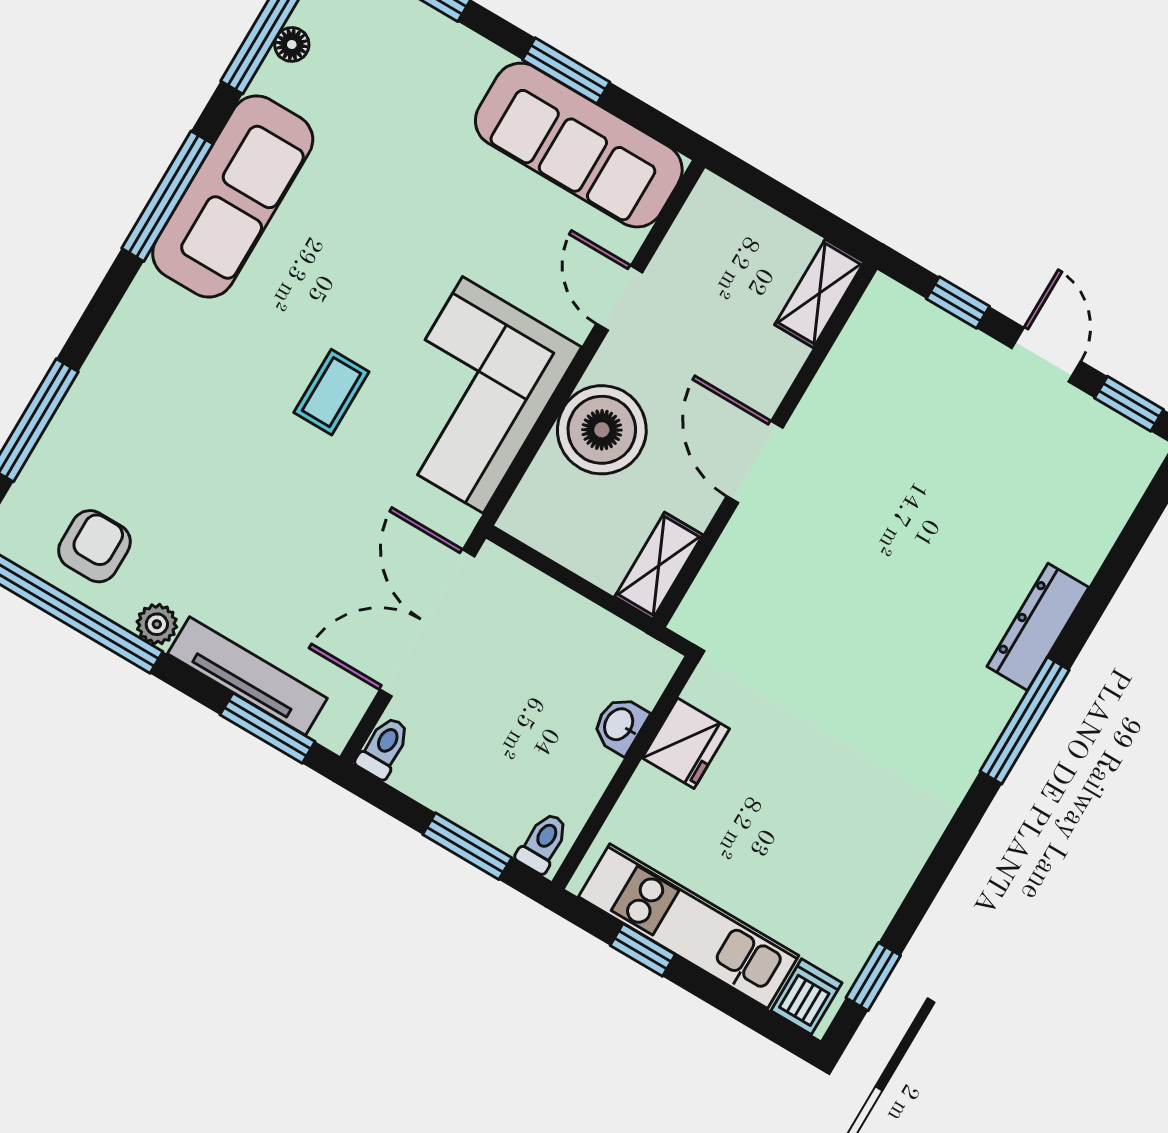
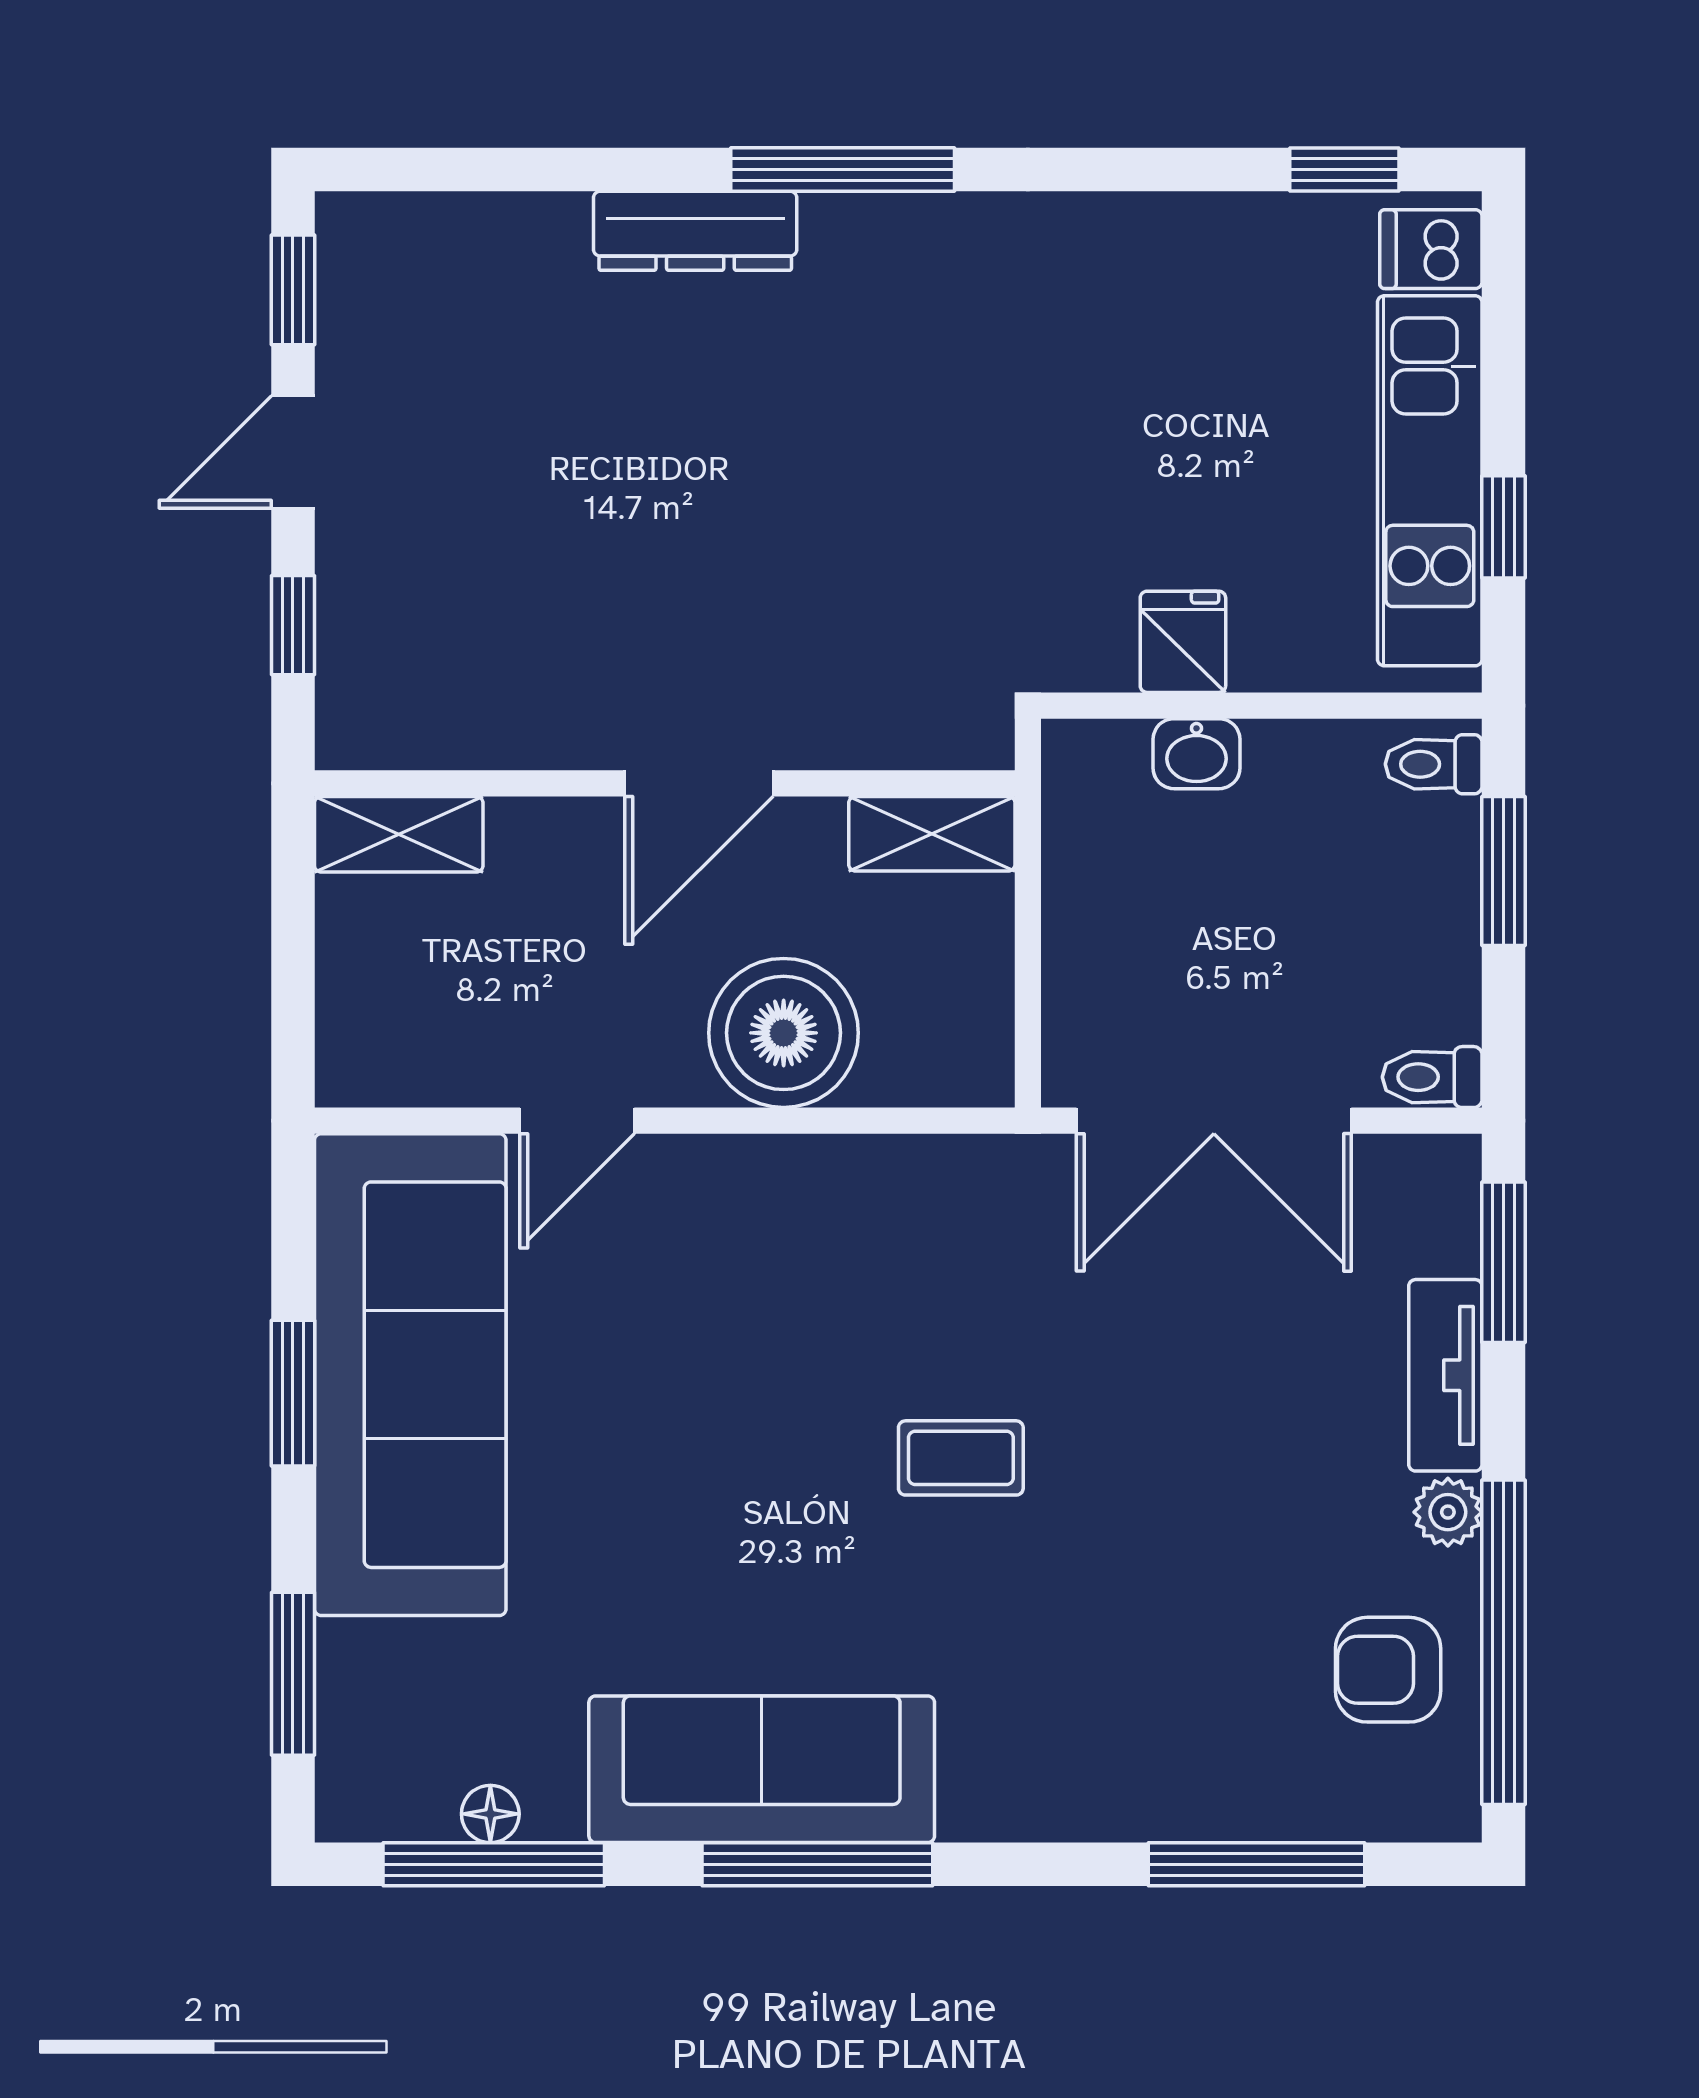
sofa: (579, 145) -> (410, 1375), width x1.36, depth x1.27
corner sofa: (473, 395) -> (844, 1250), removed
tv unit: (247, 676) -> (1445, 1375), width x0.71
fridge: (686, 743) -> (1183, 642), width x0.72

